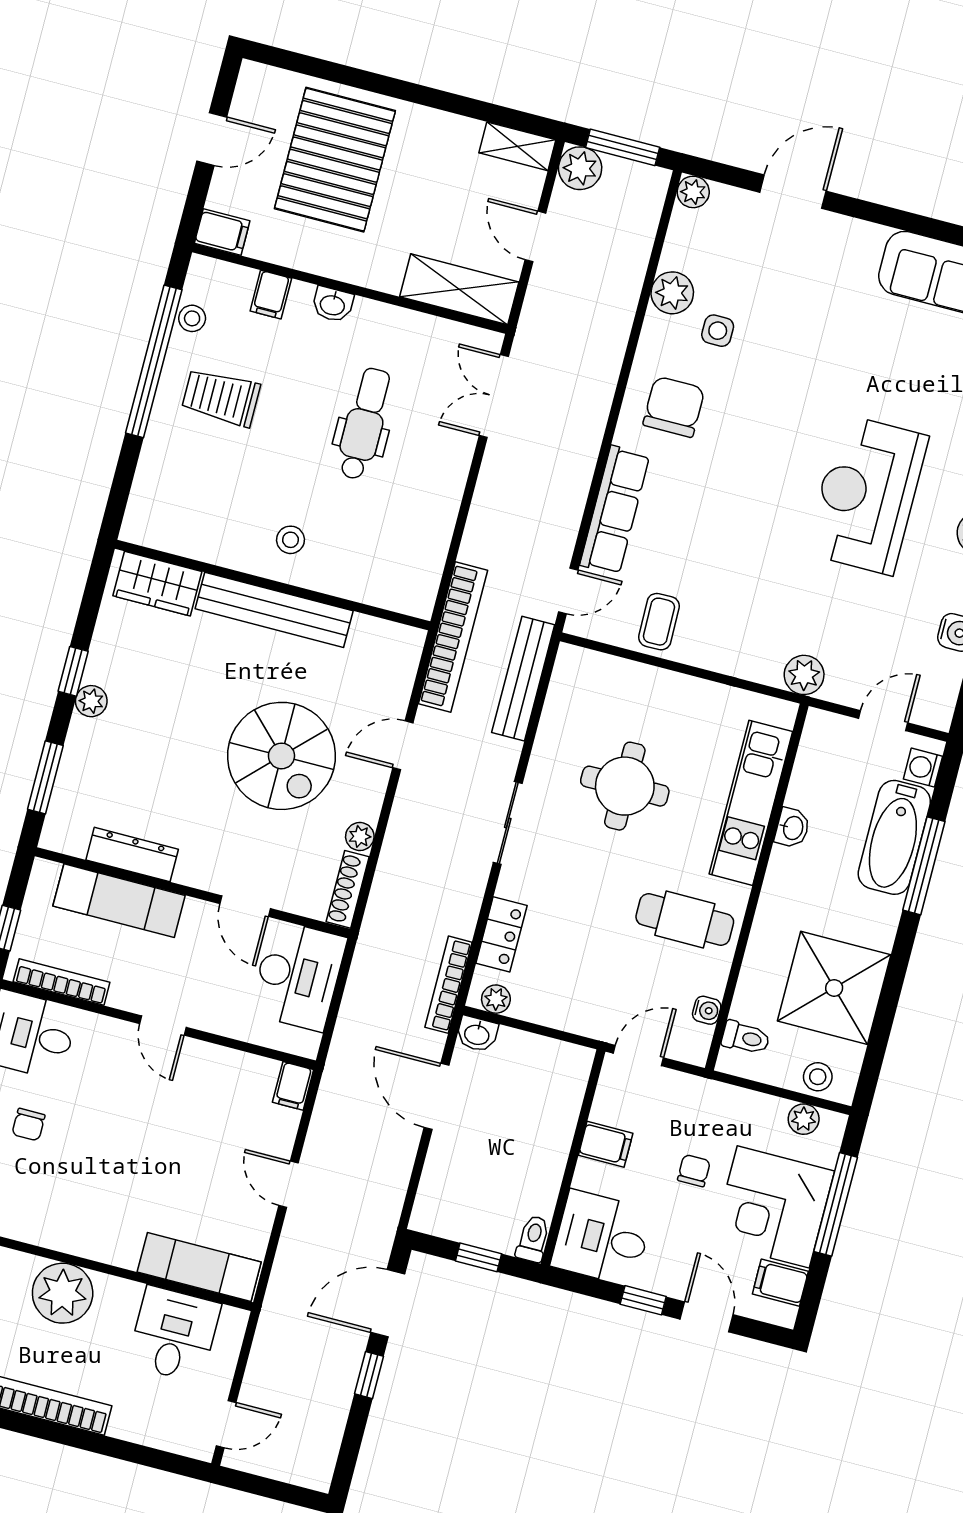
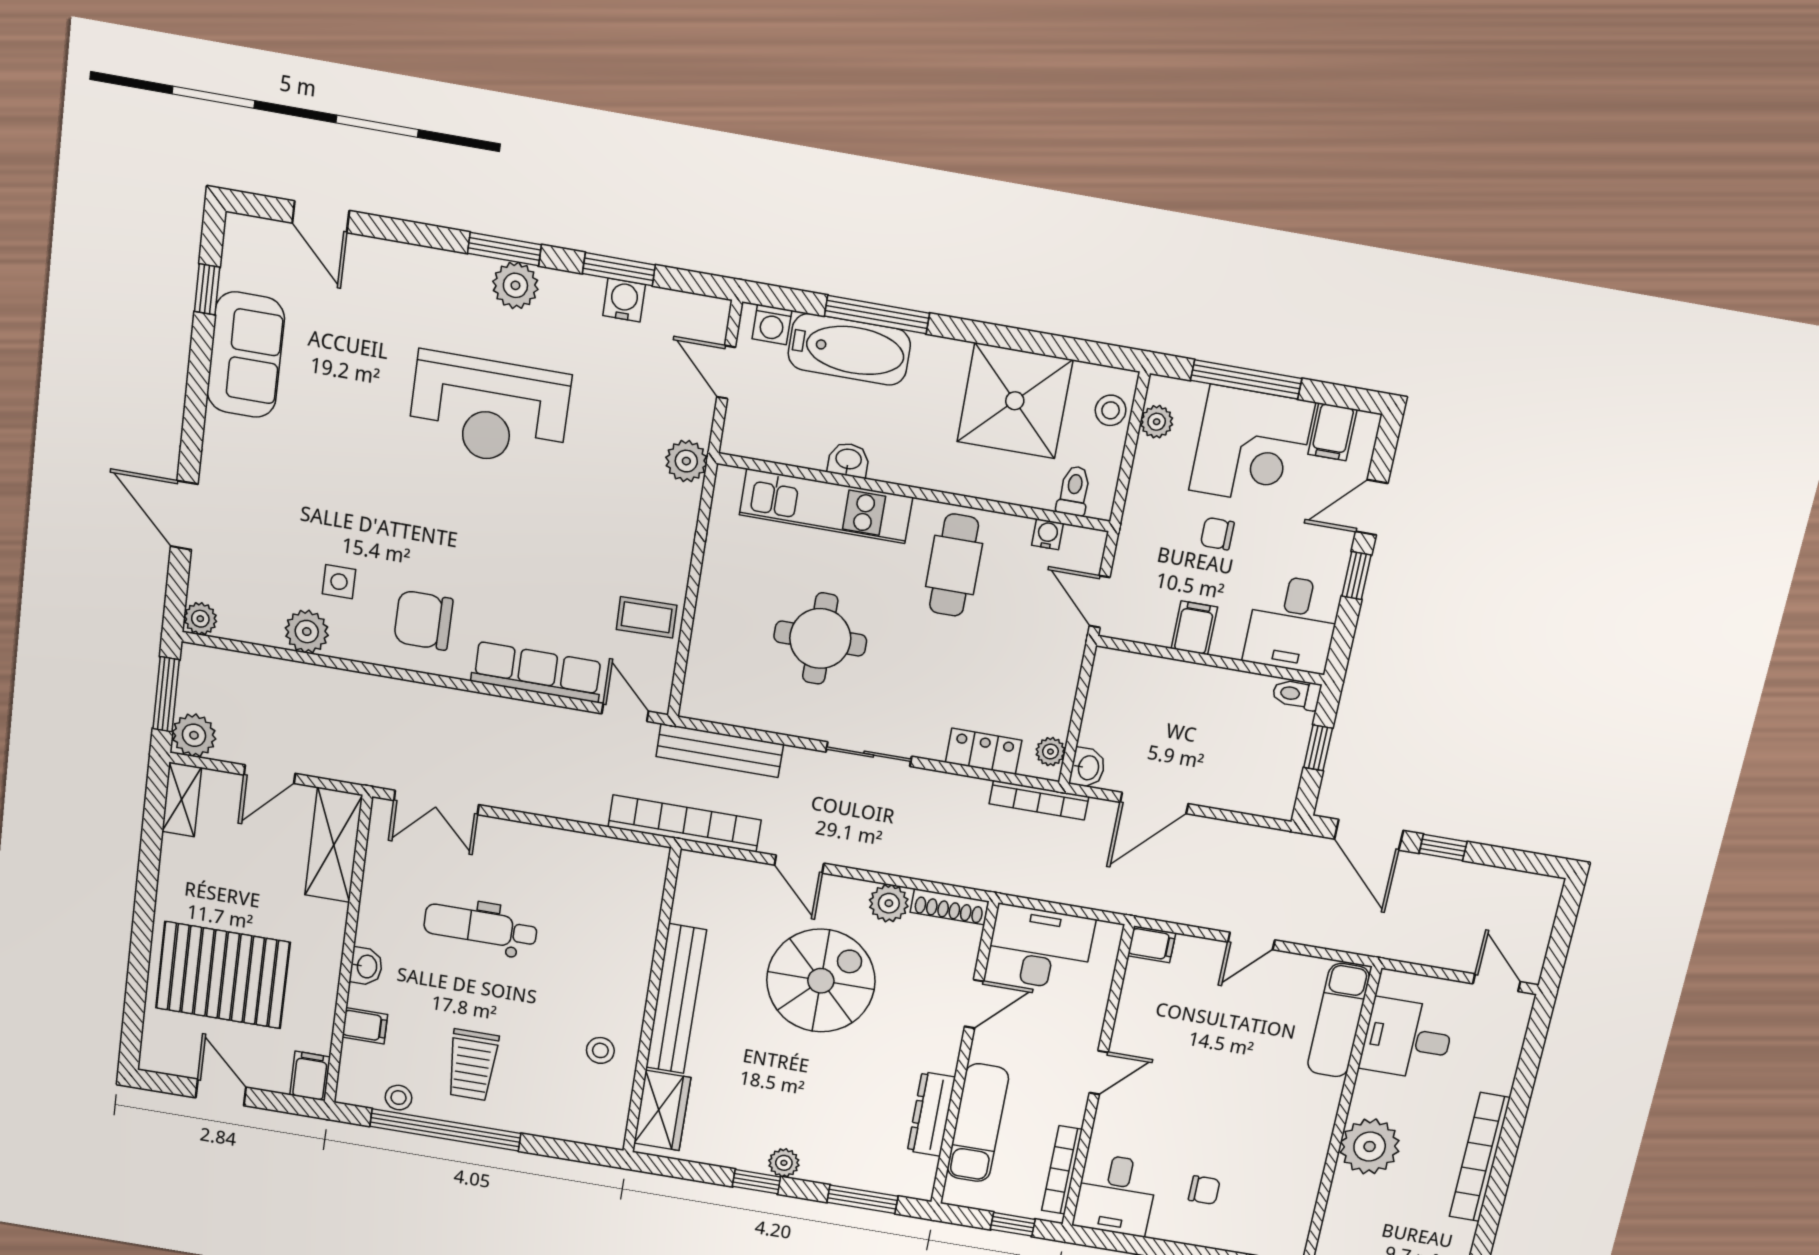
stool: (291, 540) -> (600, 1050), moved
plant: (360, 837) -> (889, 903), width x1.38, depth x1.38

